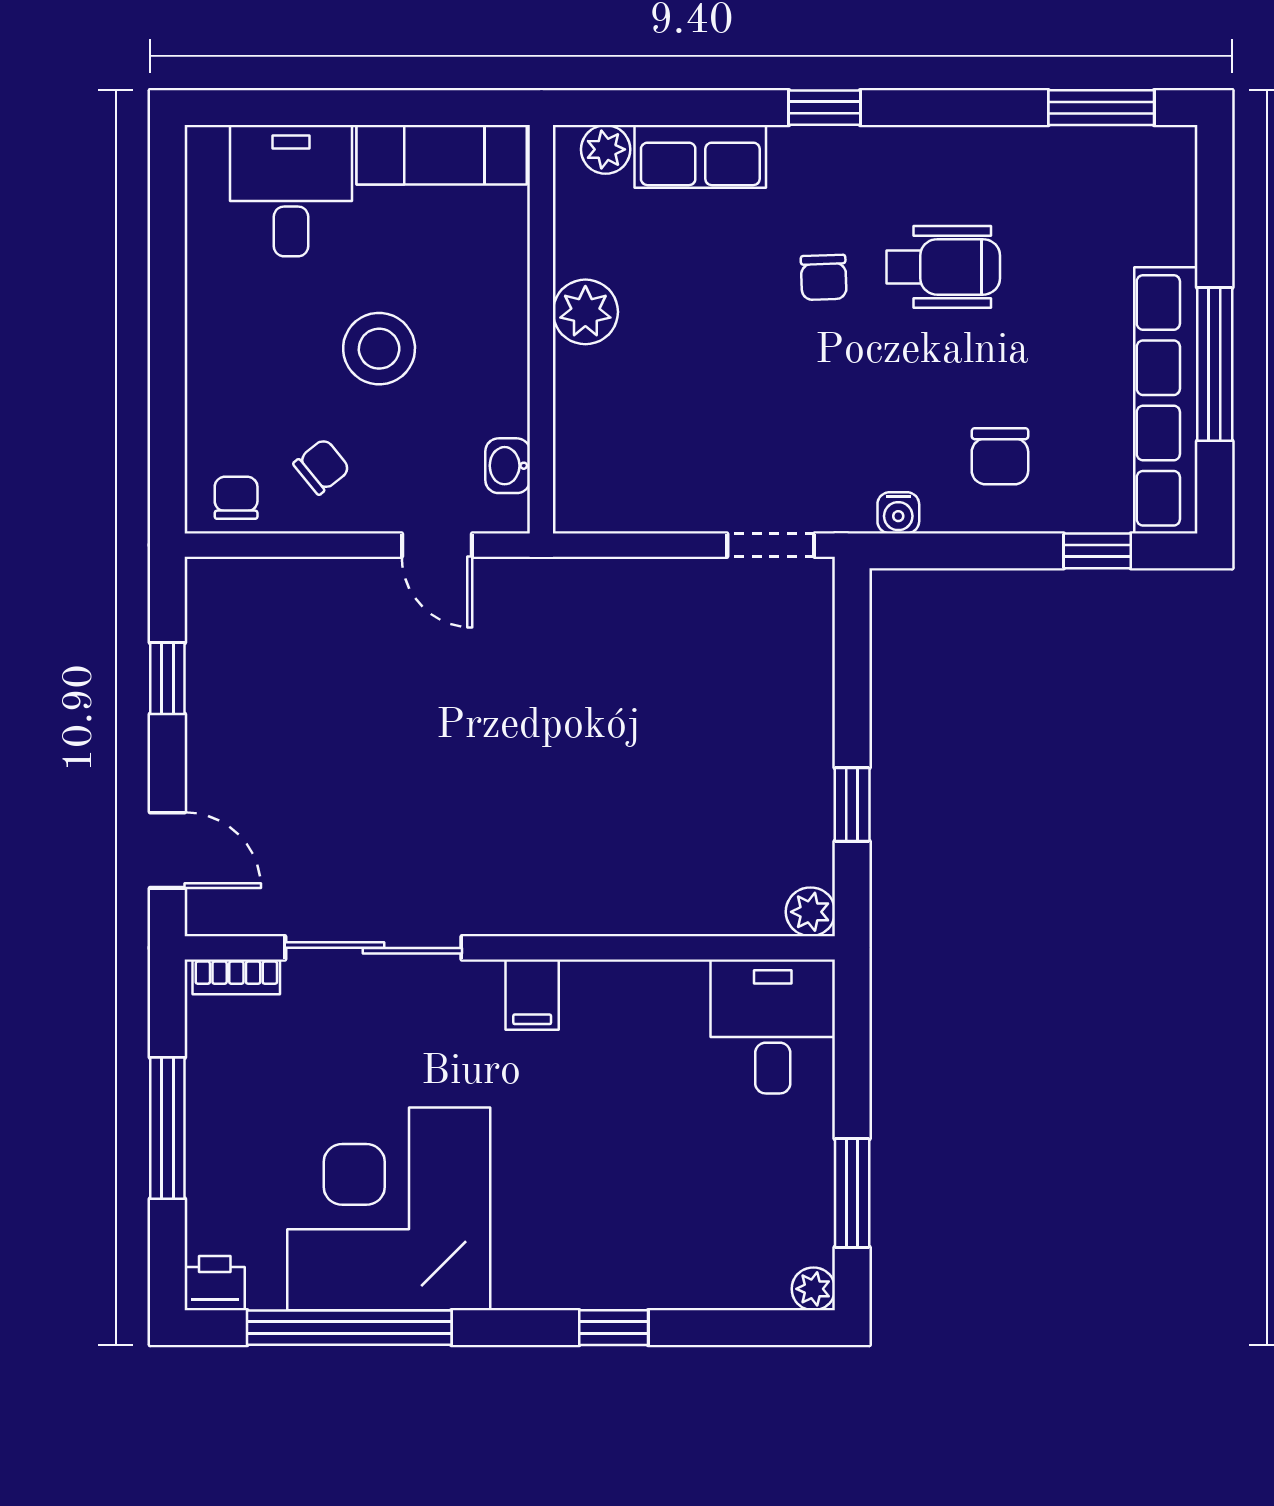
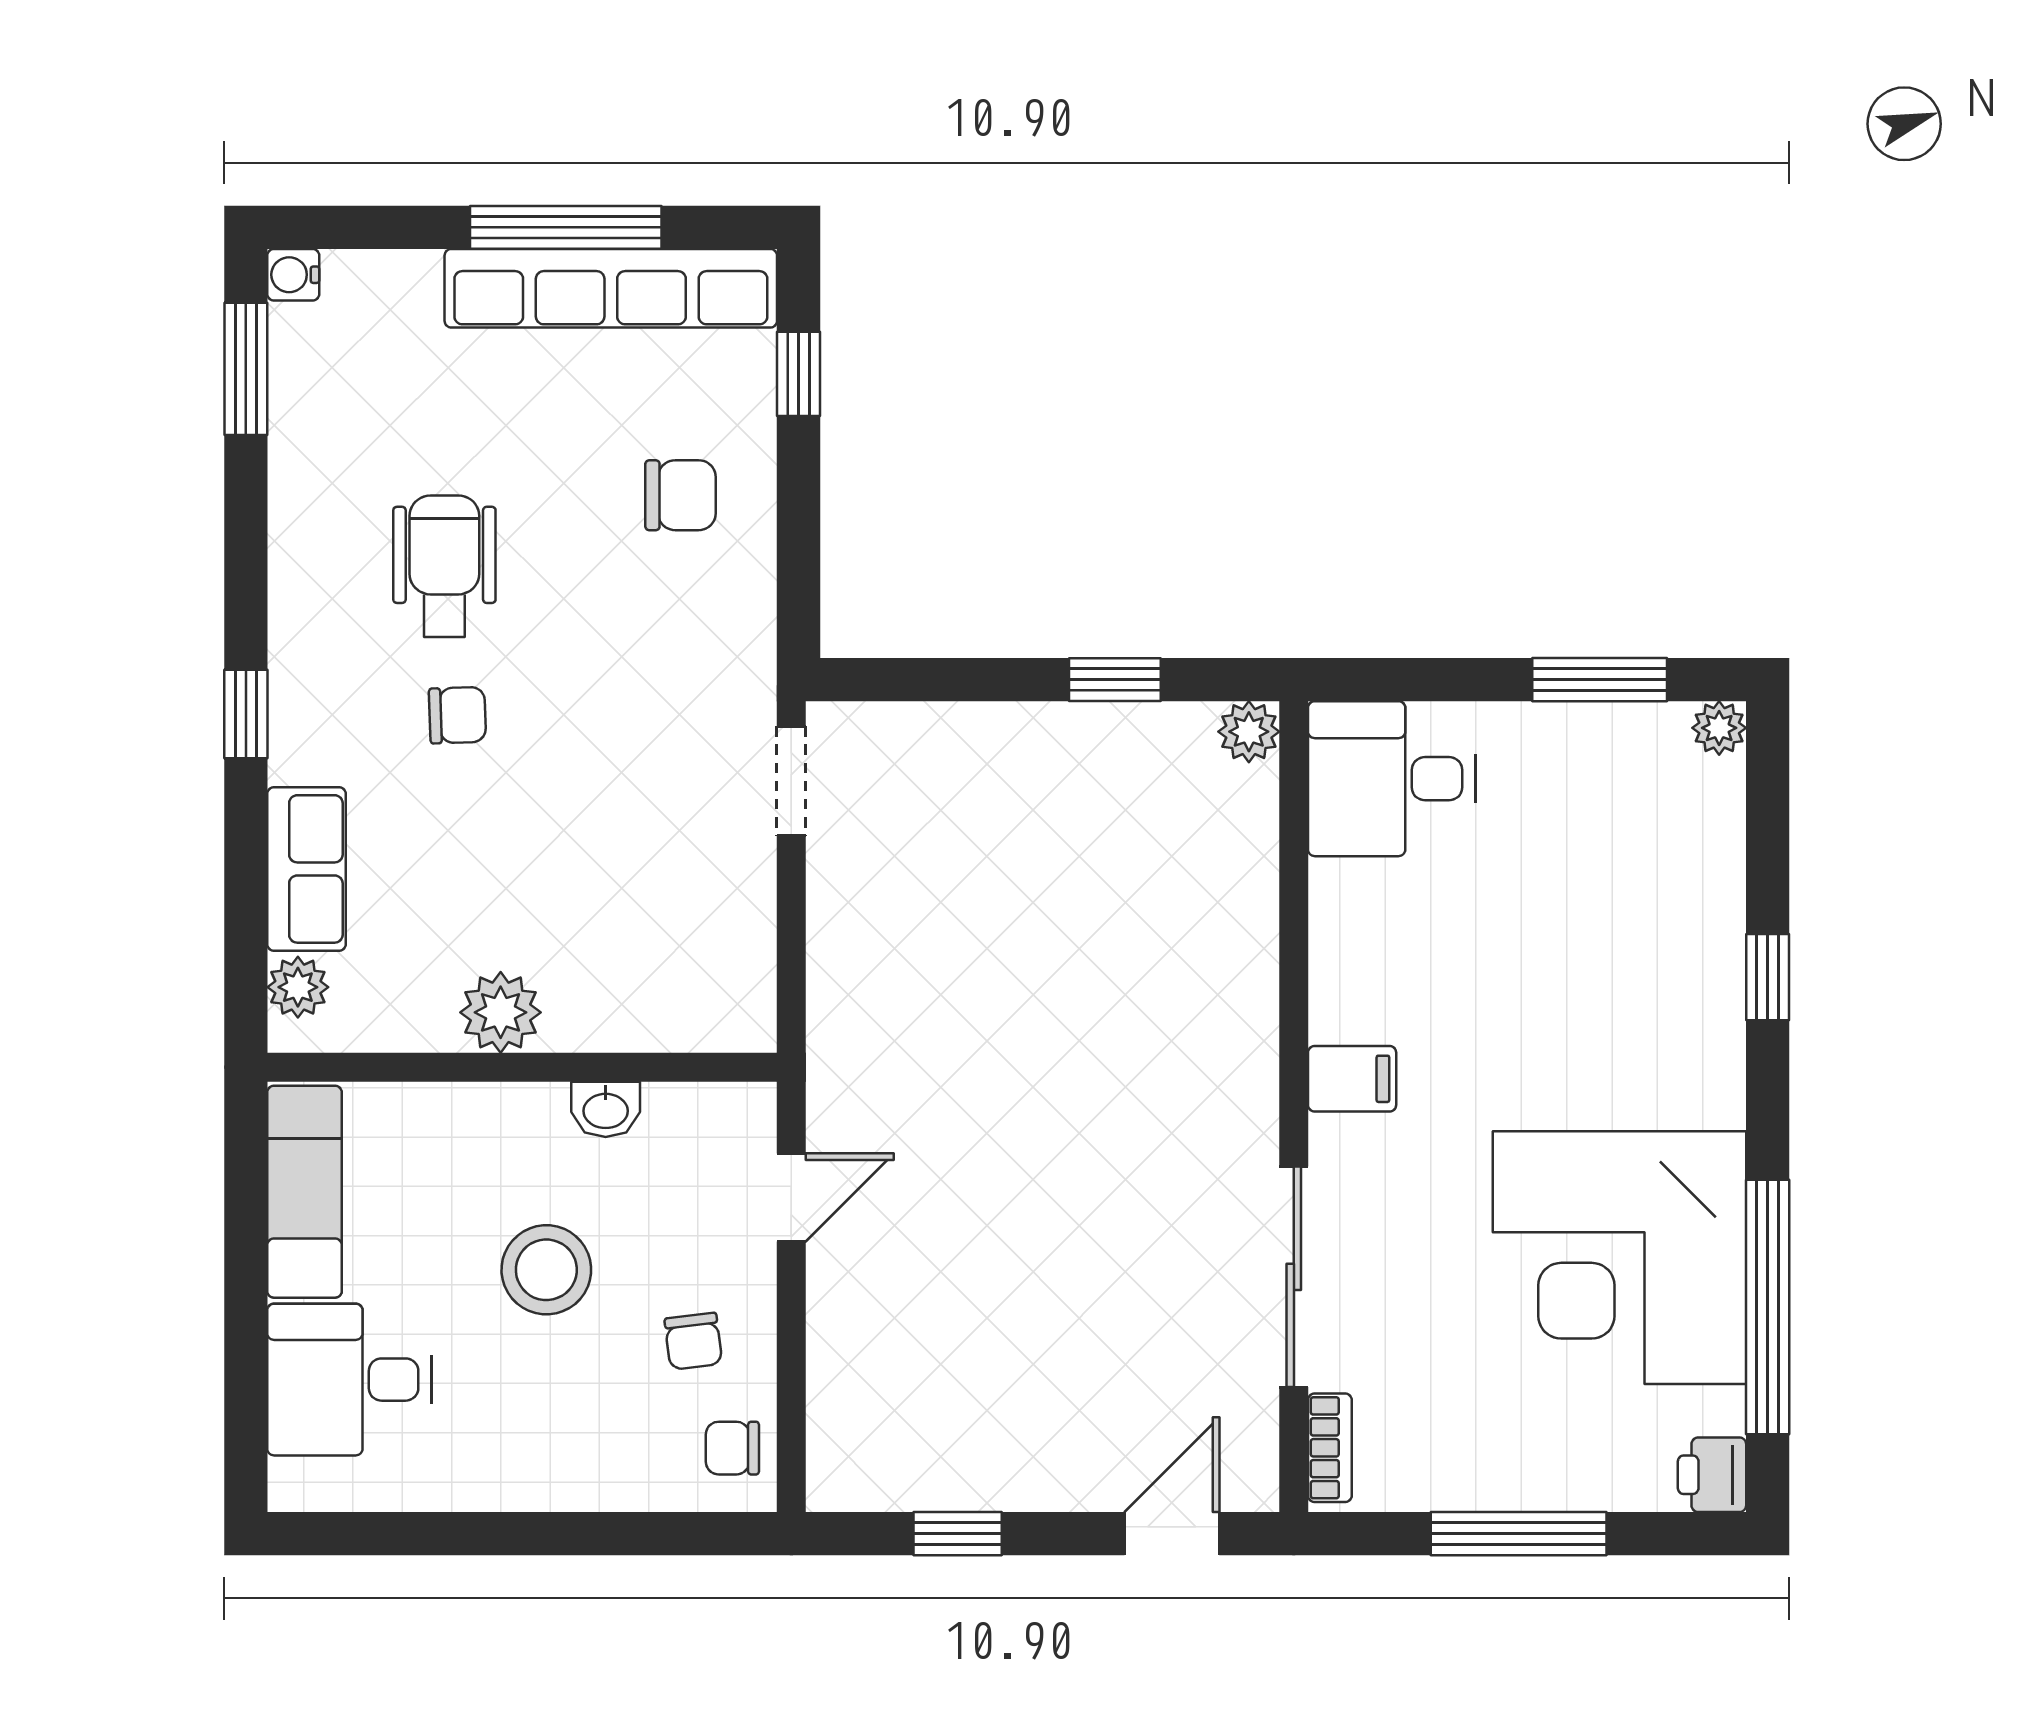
chair: (322, 466) -> (693, 1341), turned -148
washbasin: (508, 466) -> (606, 1109), moved
water cooler: (898, 513) -> (293, 275), moved, turned 180

